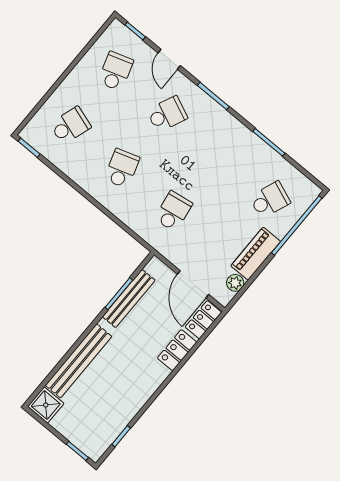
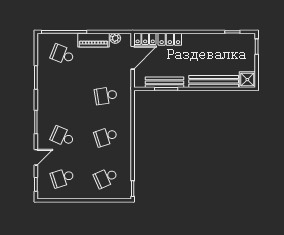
school desk: (70, 126) -> (106, 178), turned -42

